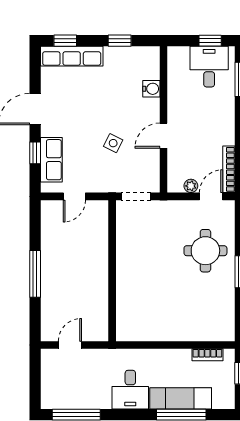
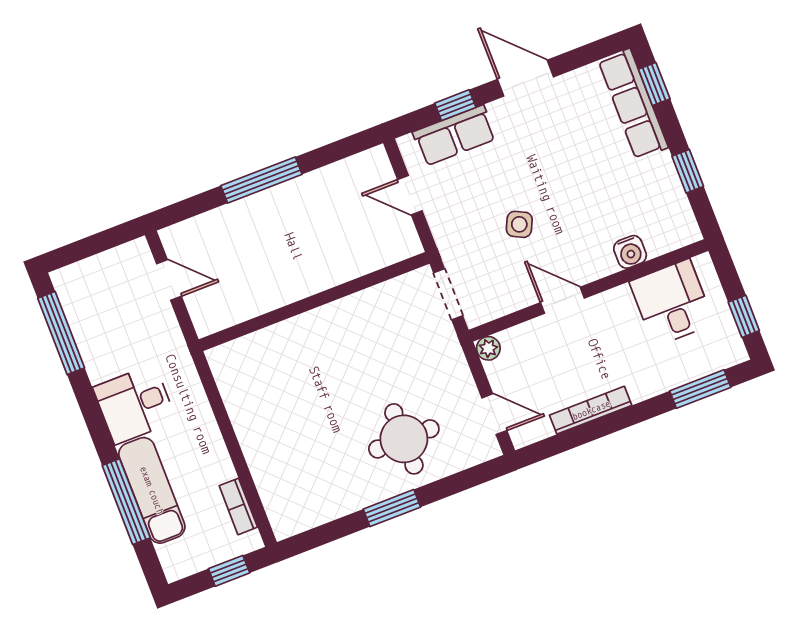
desk: (209, 67) -> (672, 303), moved, turned -90
bookcase: (229, 169) -> (591, 410), moved
plant: (191, 186) -> (488, 348), moved

